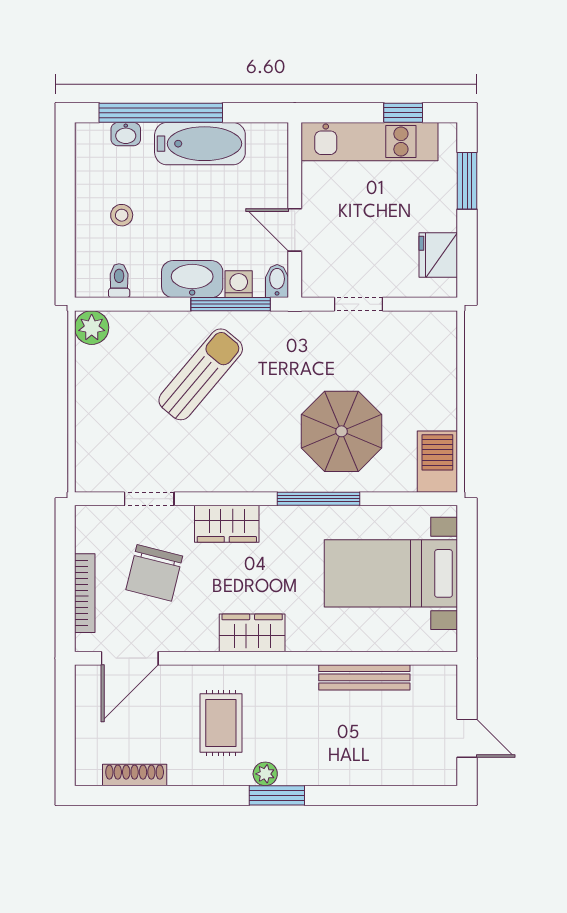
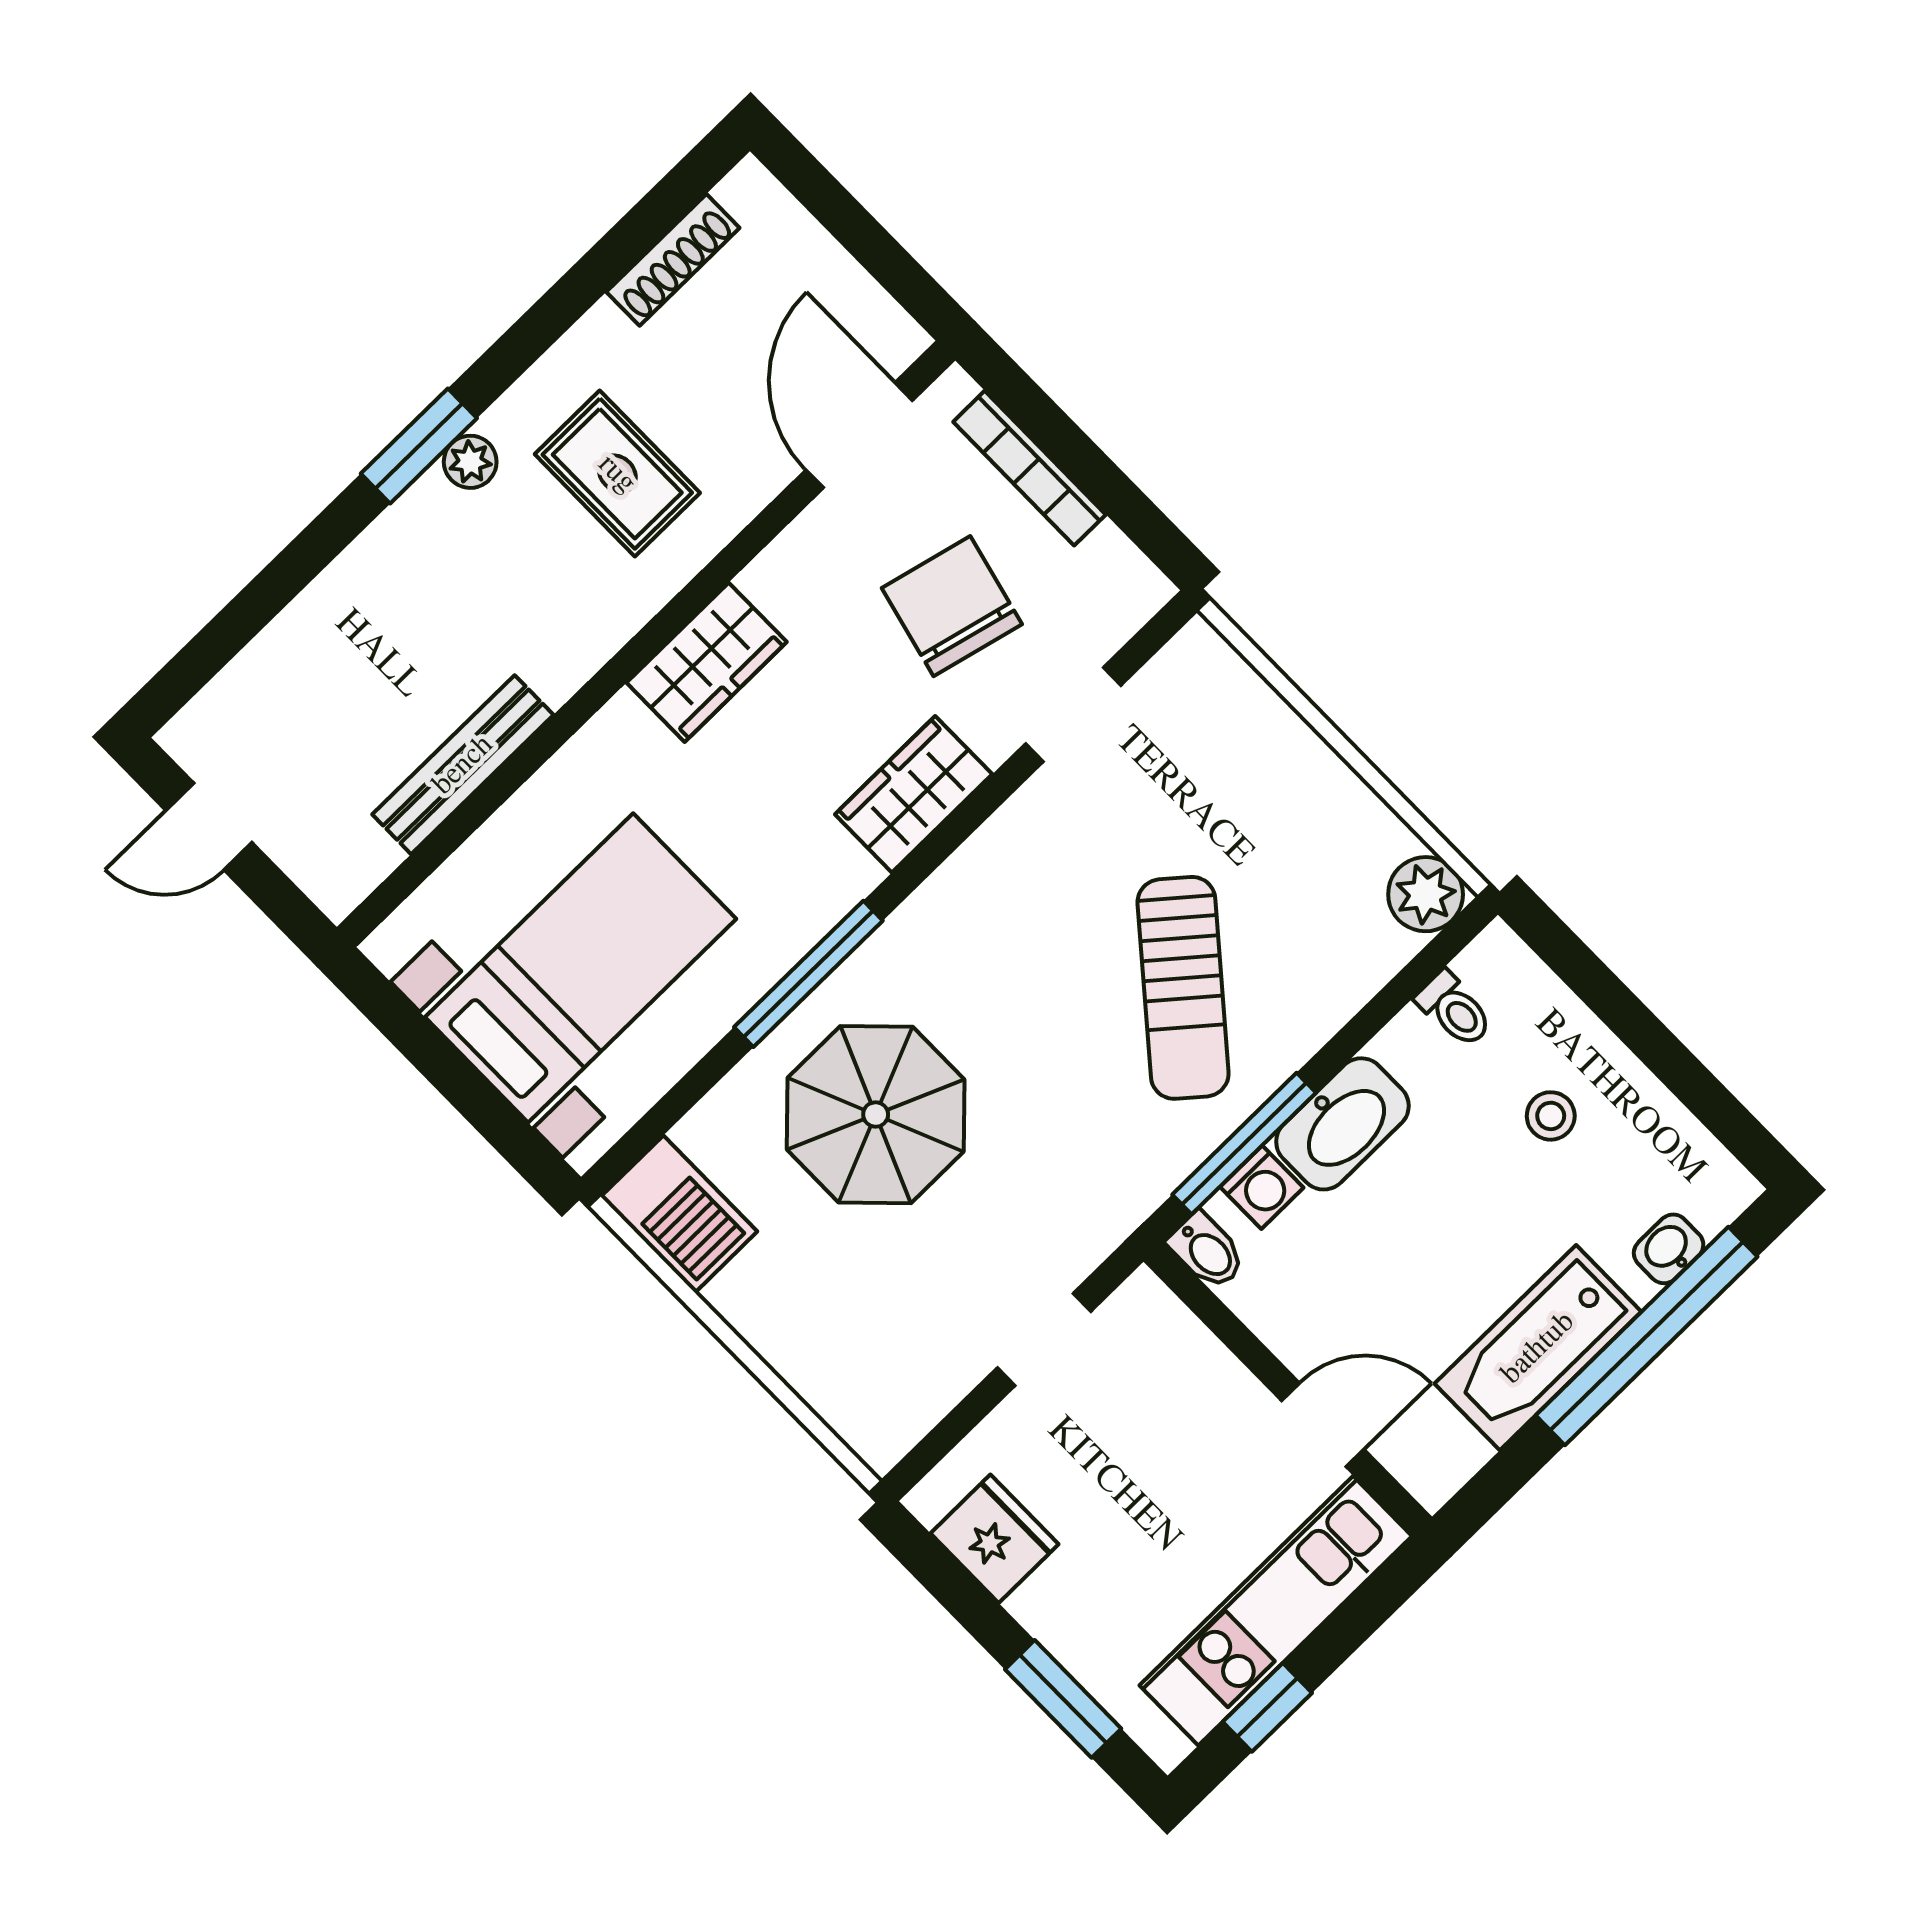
door: (295, 230) -> (1323, 1425), moved

